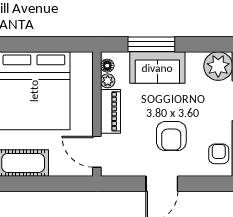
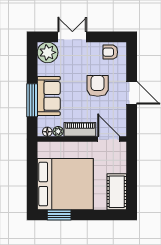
armchair: (171, 136) -> (98, 86), turned -90
door: (97, 152) -> (109, 139), swing flipped

